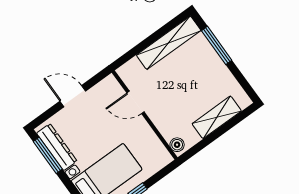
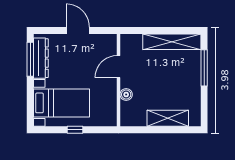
door: (136, 102) -> (119, 67), hinge flipped
boiler: (177, 145) -> (126, 95), moved

